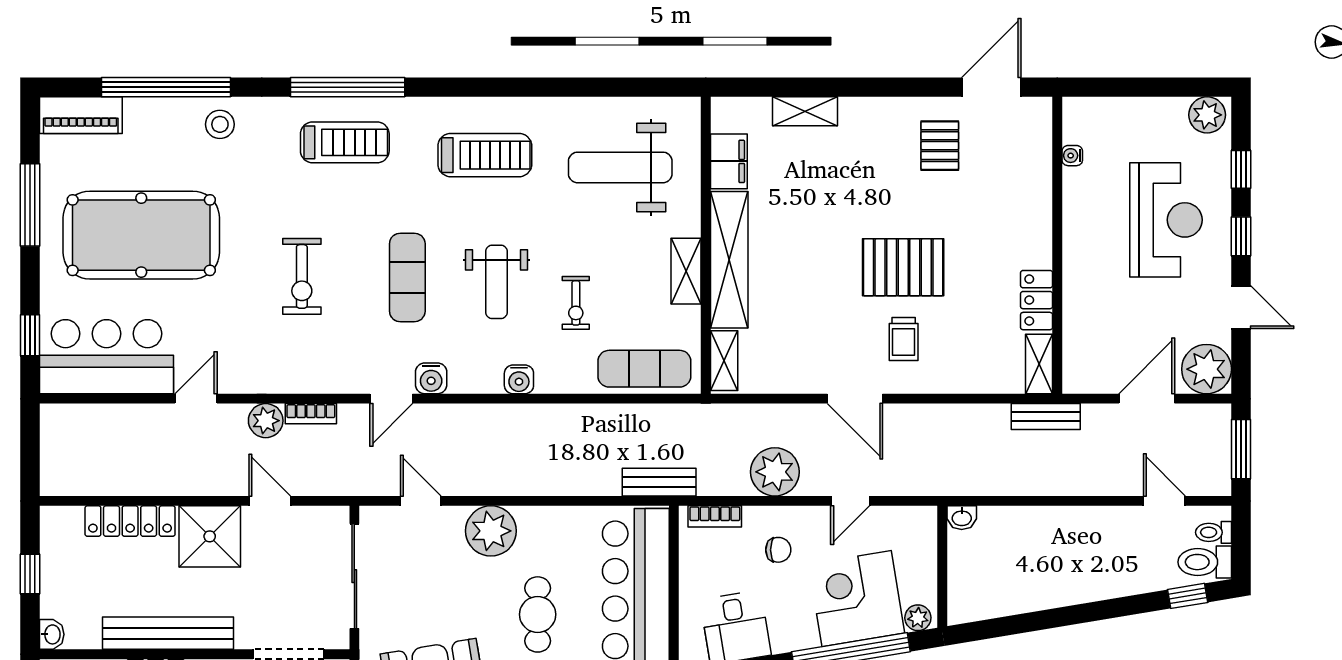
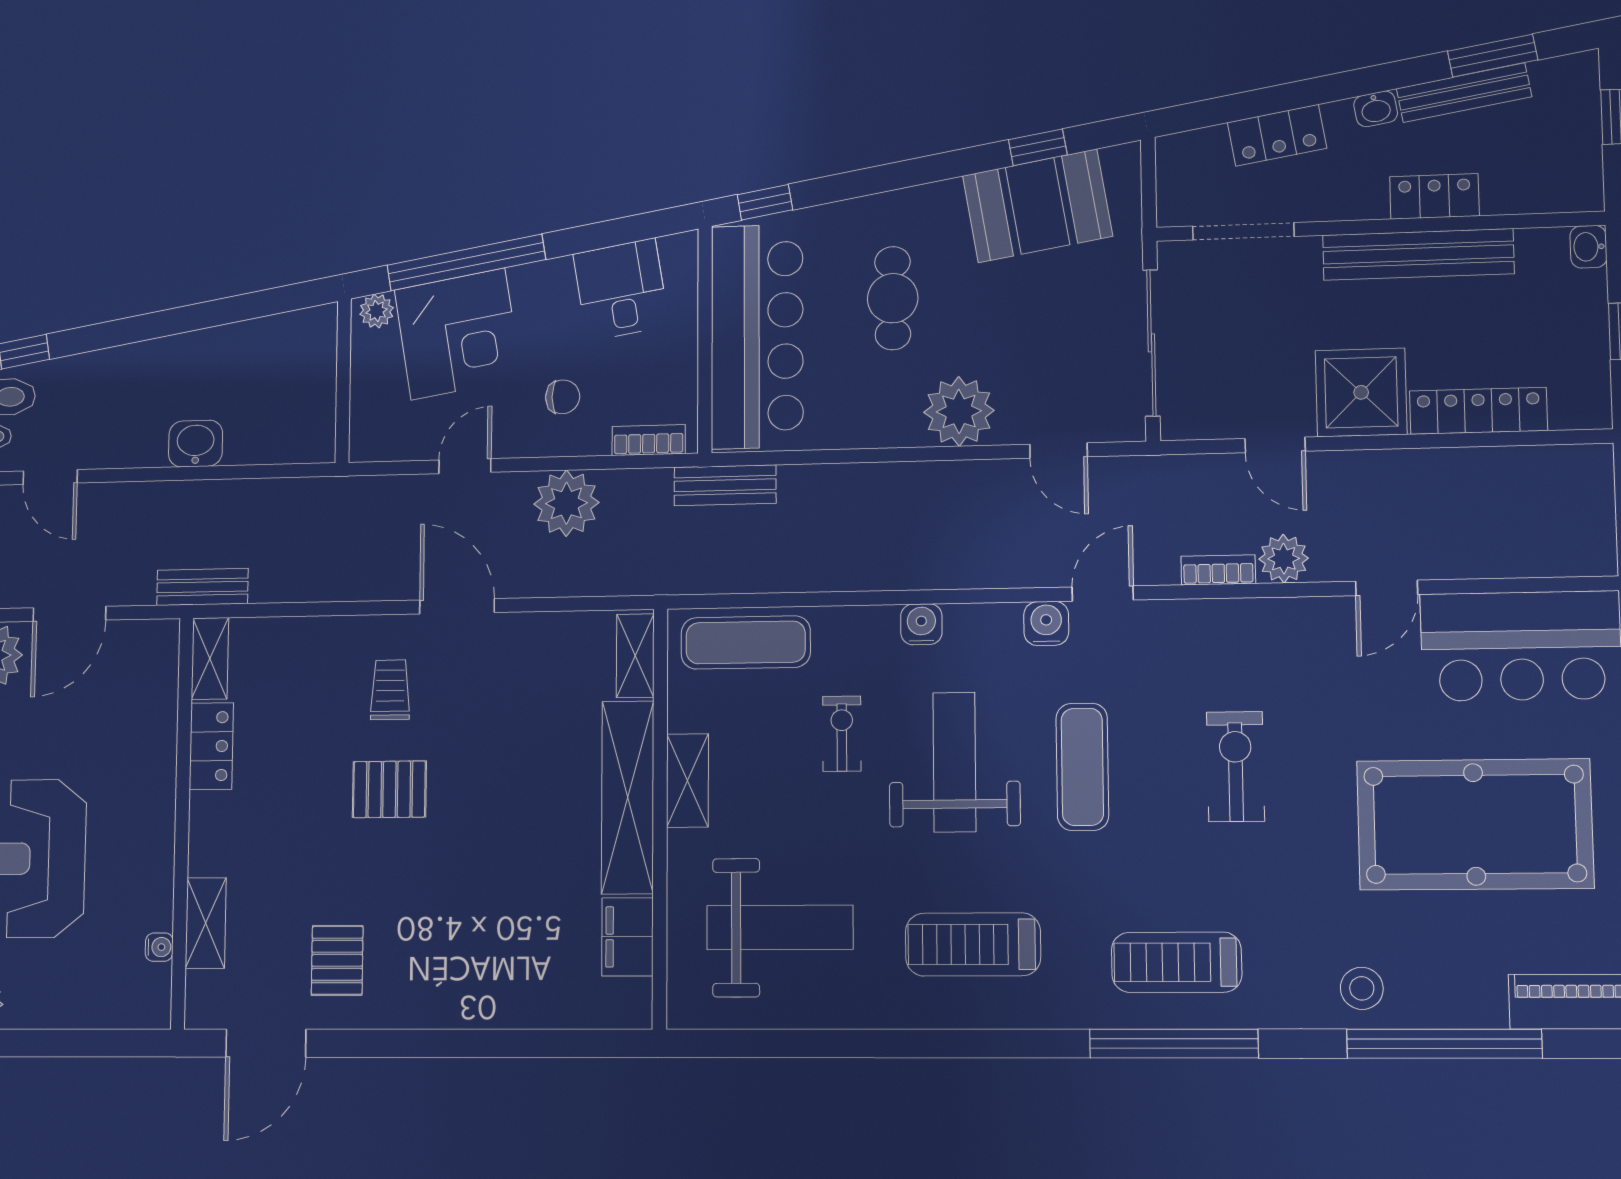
shelving: (805, 111) -> (206, 923), moved, turned 90
pallet: (903, 267) -> (389, 789), width x0.67, depth x0.71
weight bench: (496, 282) -> (954, 762), width x1.36, depth x1.33
washbasin: (962, 518) -> (196, 444), moved, width x1.38, depth x1.45
chair: (778, 550) -> (563, 397), turned 180

